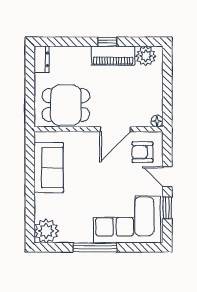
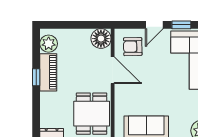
floor lamp: (157, 121) -> (101, 39), width x1.89, depth x1.89
armchair: (142, 152) -> (133, 47), turned 89

